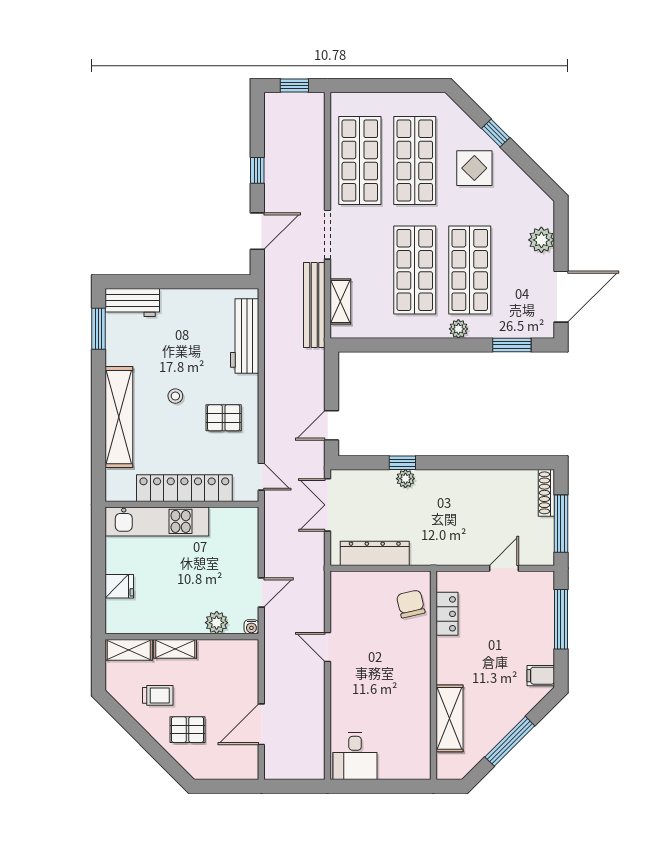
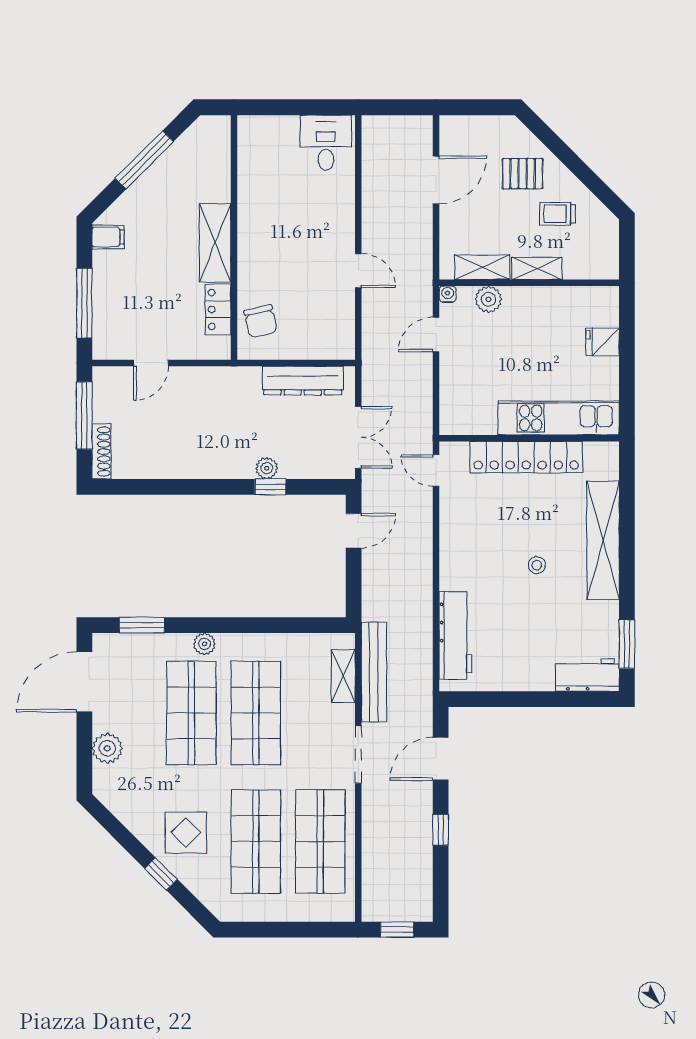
pallet: (224, 418) -> (480, 540), removed
shelving: (129, 650) -> (482, 267), moved
shelving: (449, 718) -> (215, 243), moved

